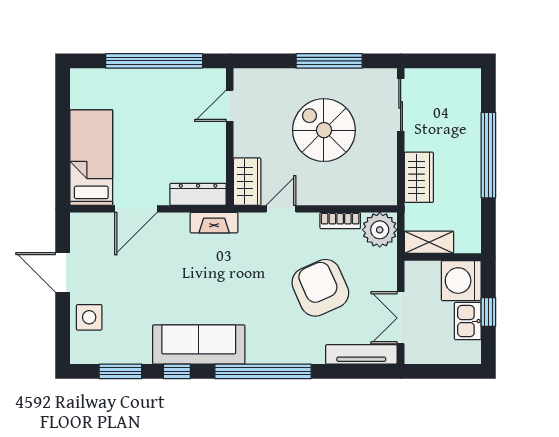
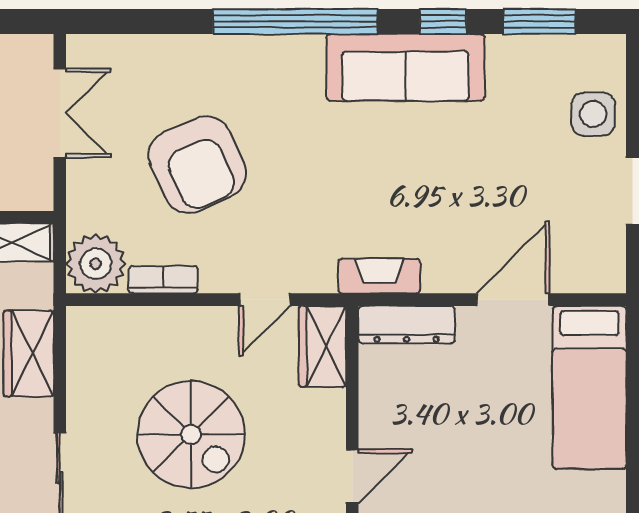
tv unit: (361, 354) -> (127, 50), removed

